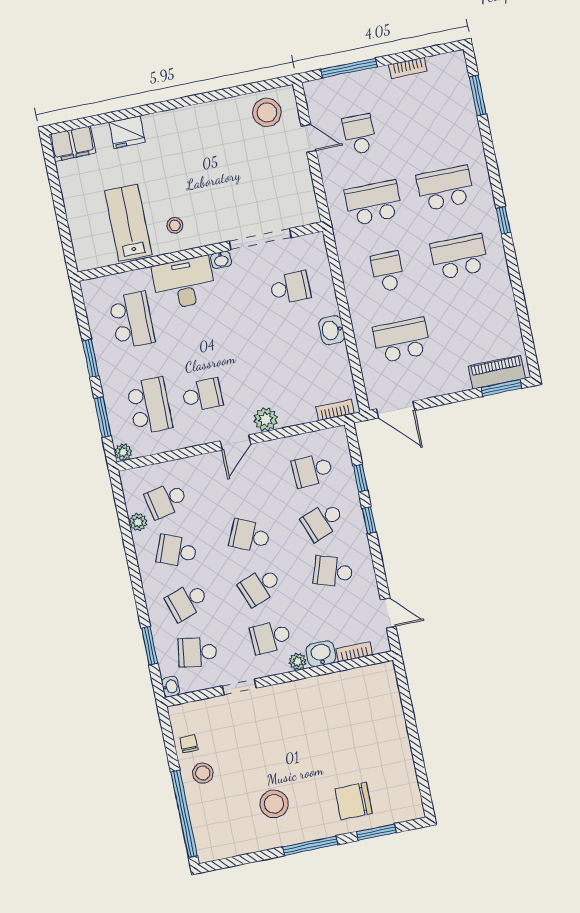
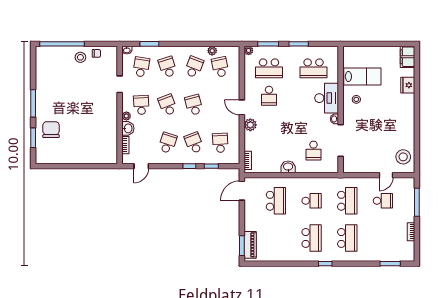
school desk: (250, 536) -> (194, 105), turned -39
stool: (274, 804) -> (58, 90), removed

